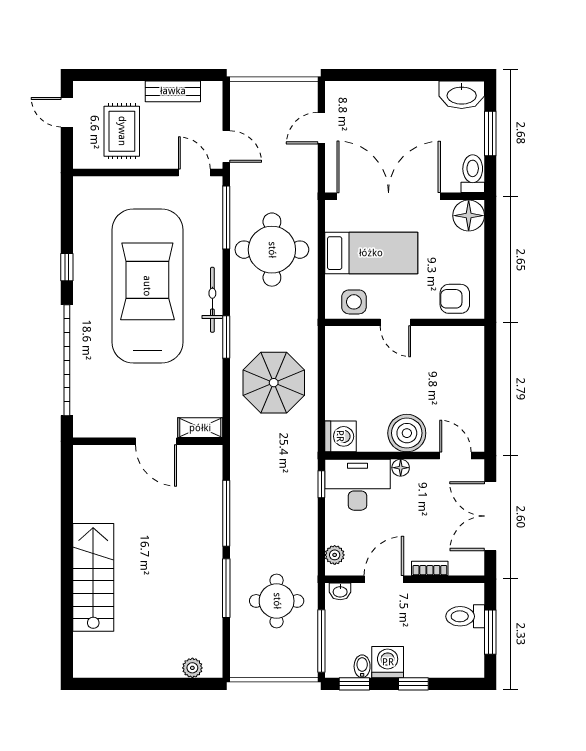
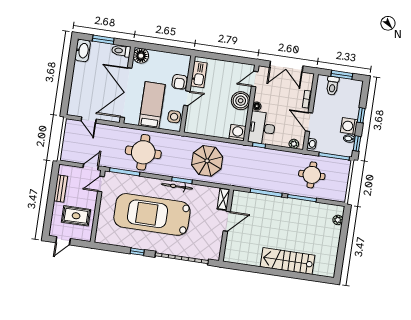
armchair: (455, 299) -> (179, 82), moved
bicycle: (212, 300) -> (177, 186), moved
kitchen sink: (448, 340) -> (199, 74), added

